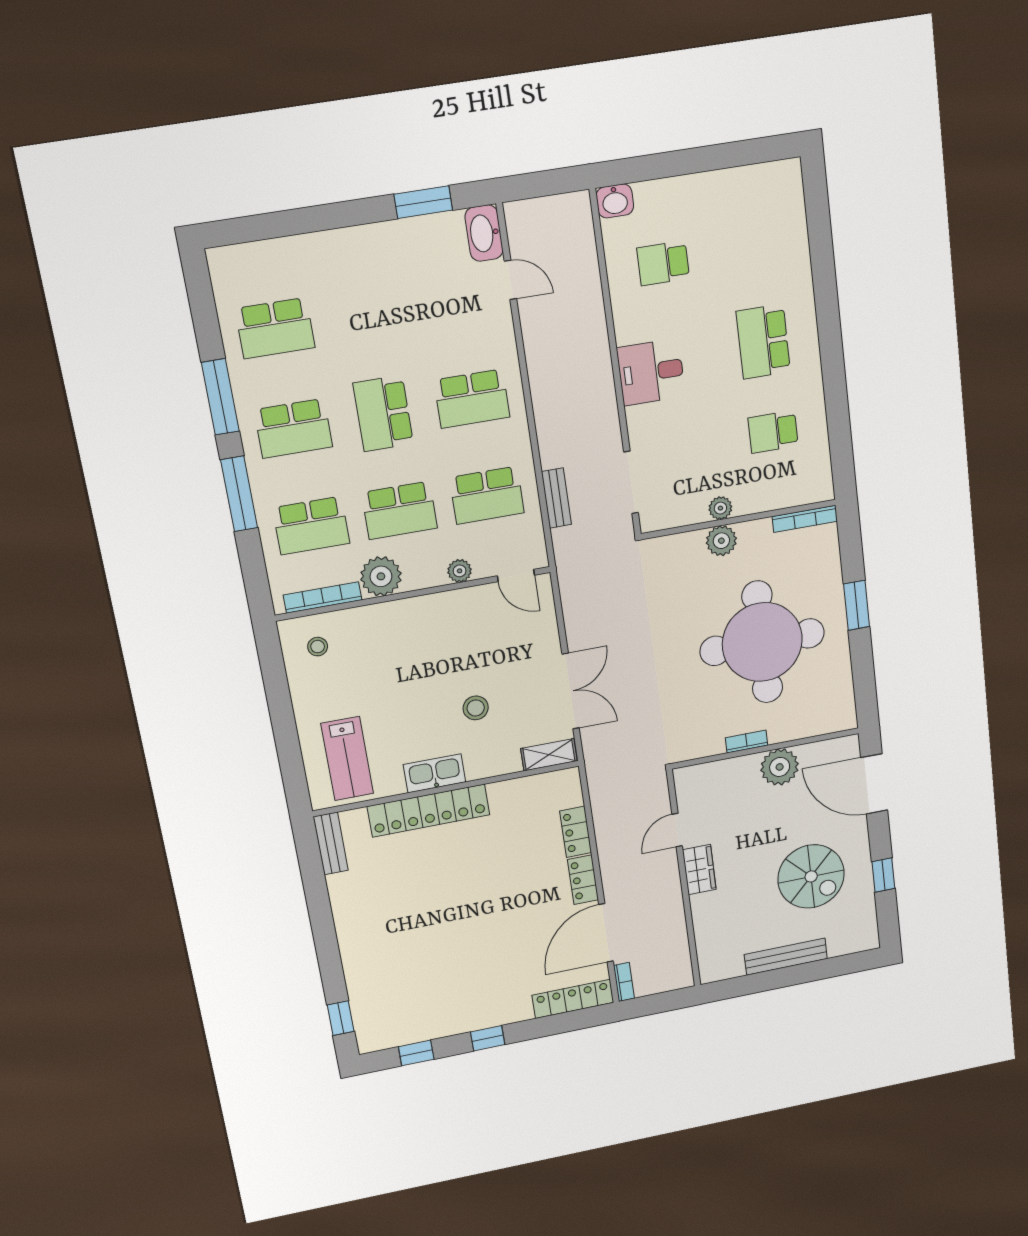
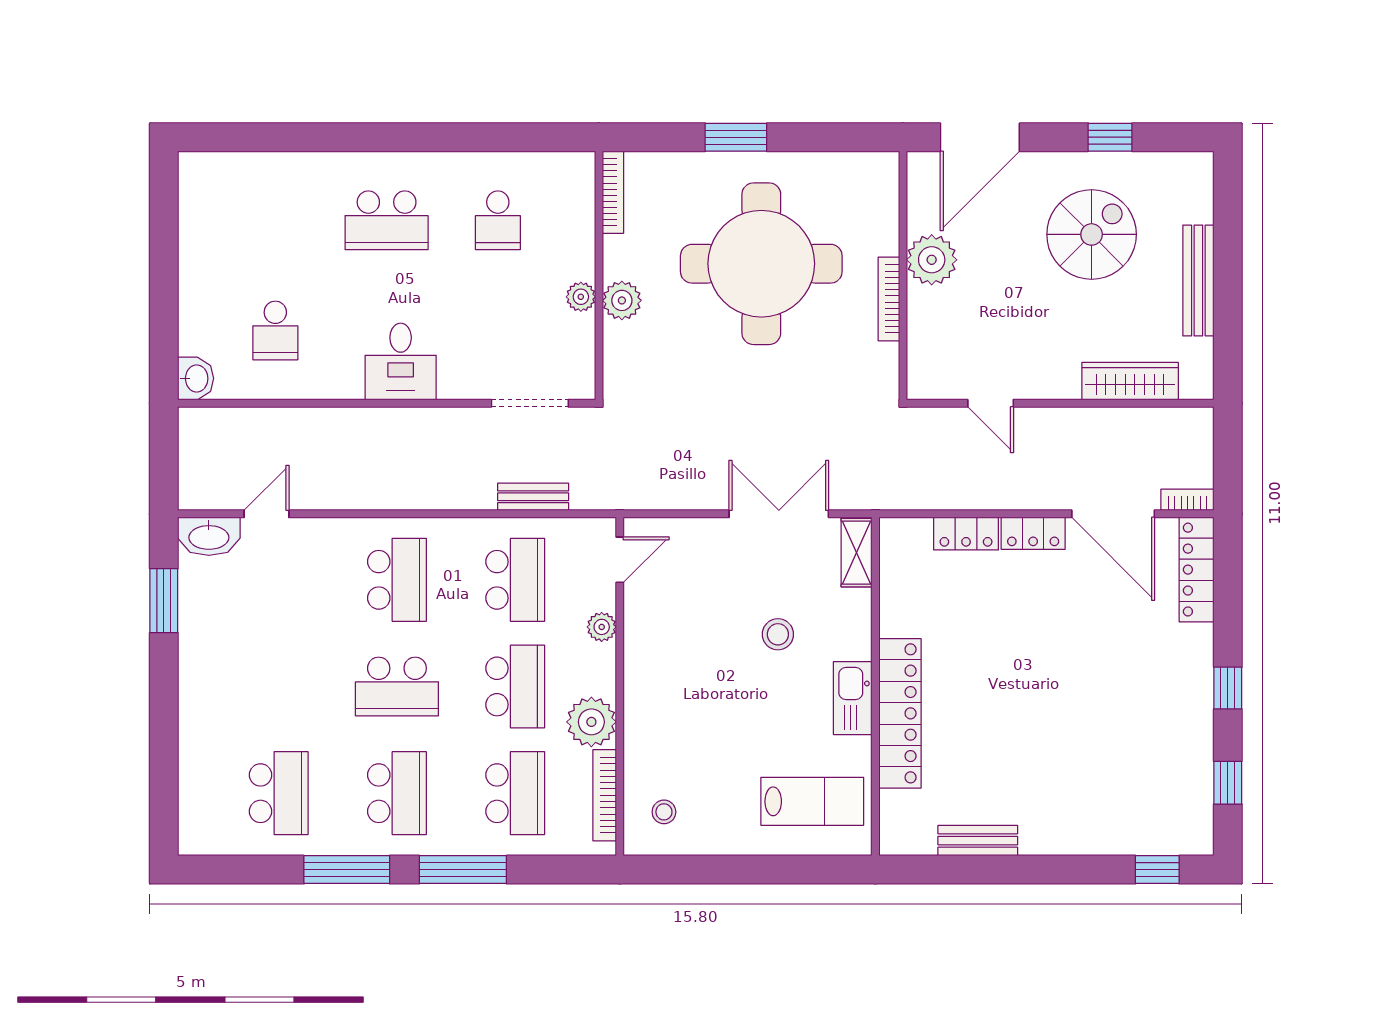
bookcase: (747, 742) -> (889, 299), width x1.56
bench: (331, 844) -> (978, 841), moved
wardrobe: (699, 870) -> (1130, 381), moved, width x1.50

